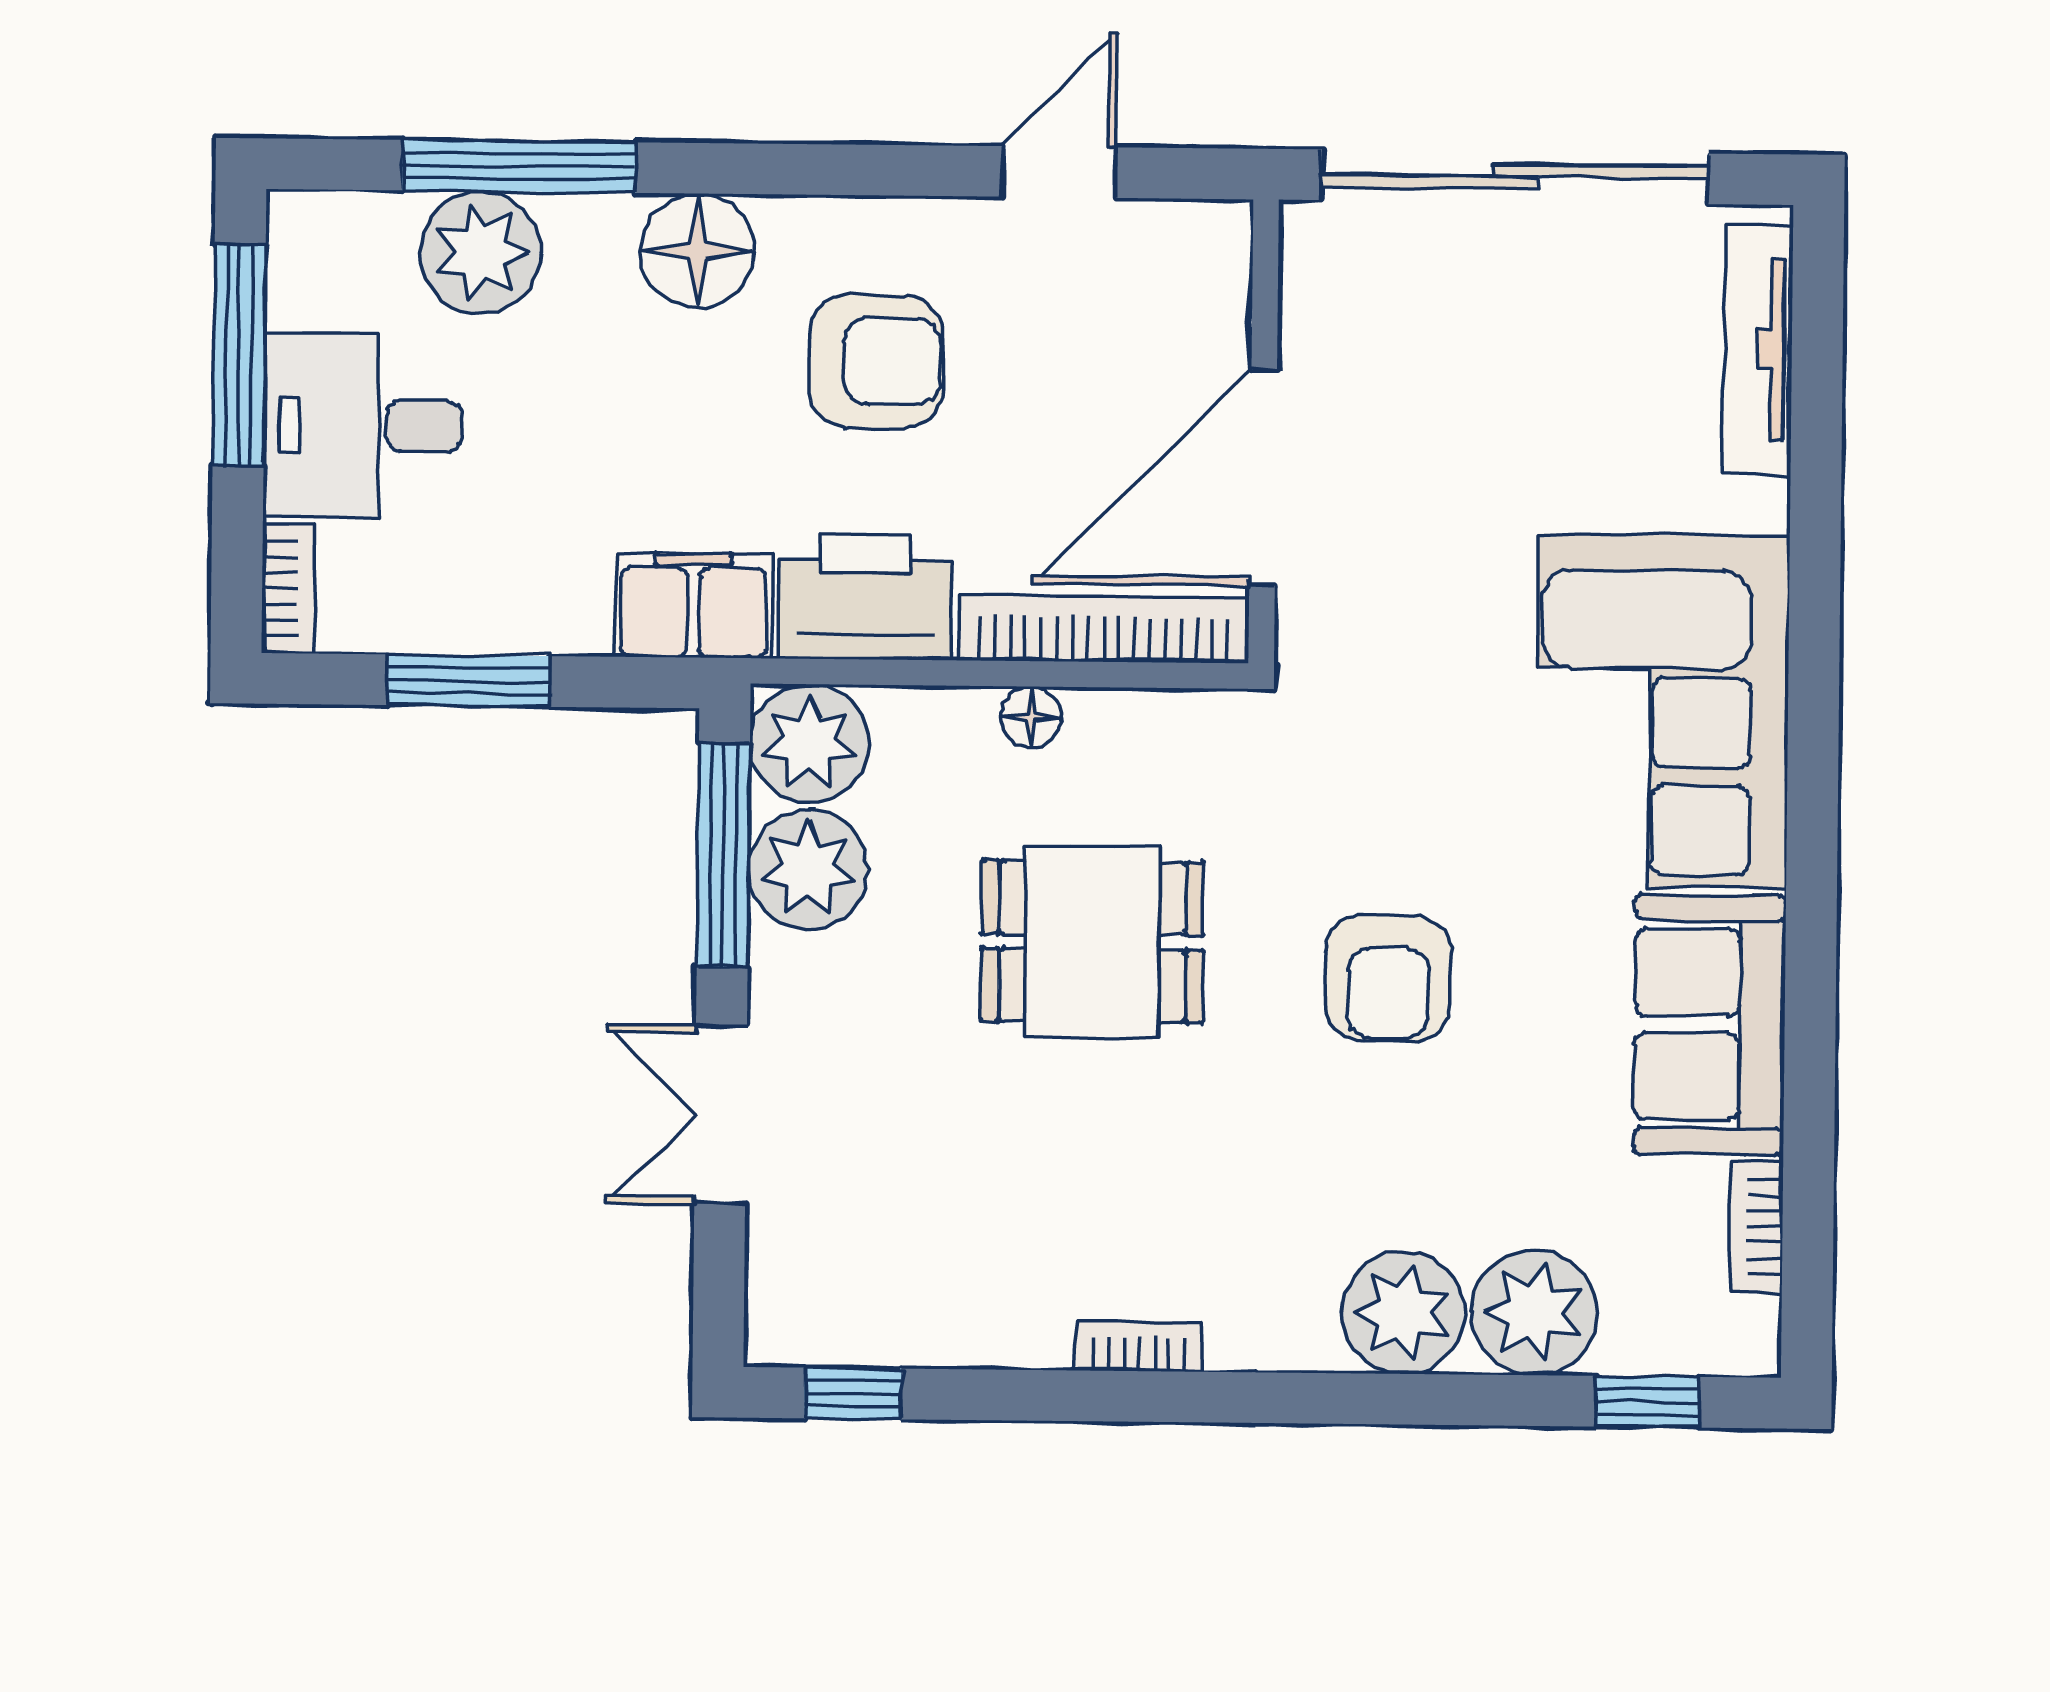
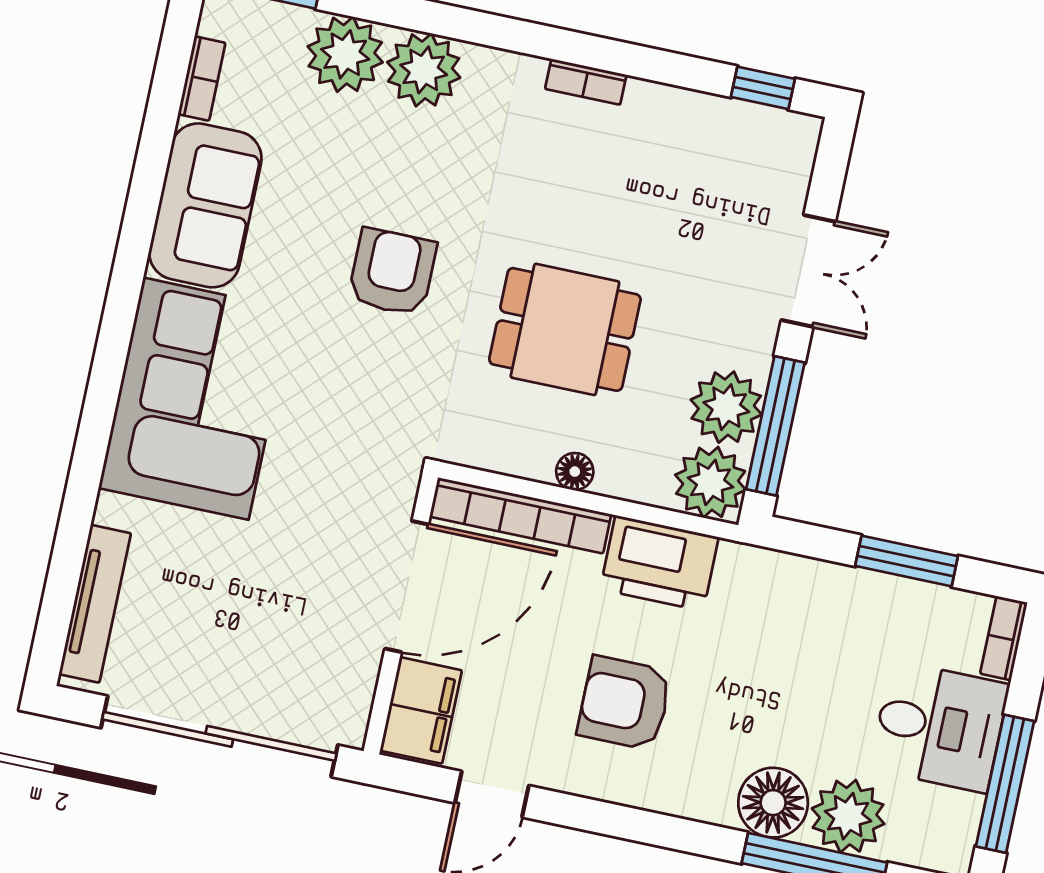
floor lamp: (697, 251) -> (773, 803), moved
filing cabinet: (693, 605) -> (421, 710), moved, turned -90

